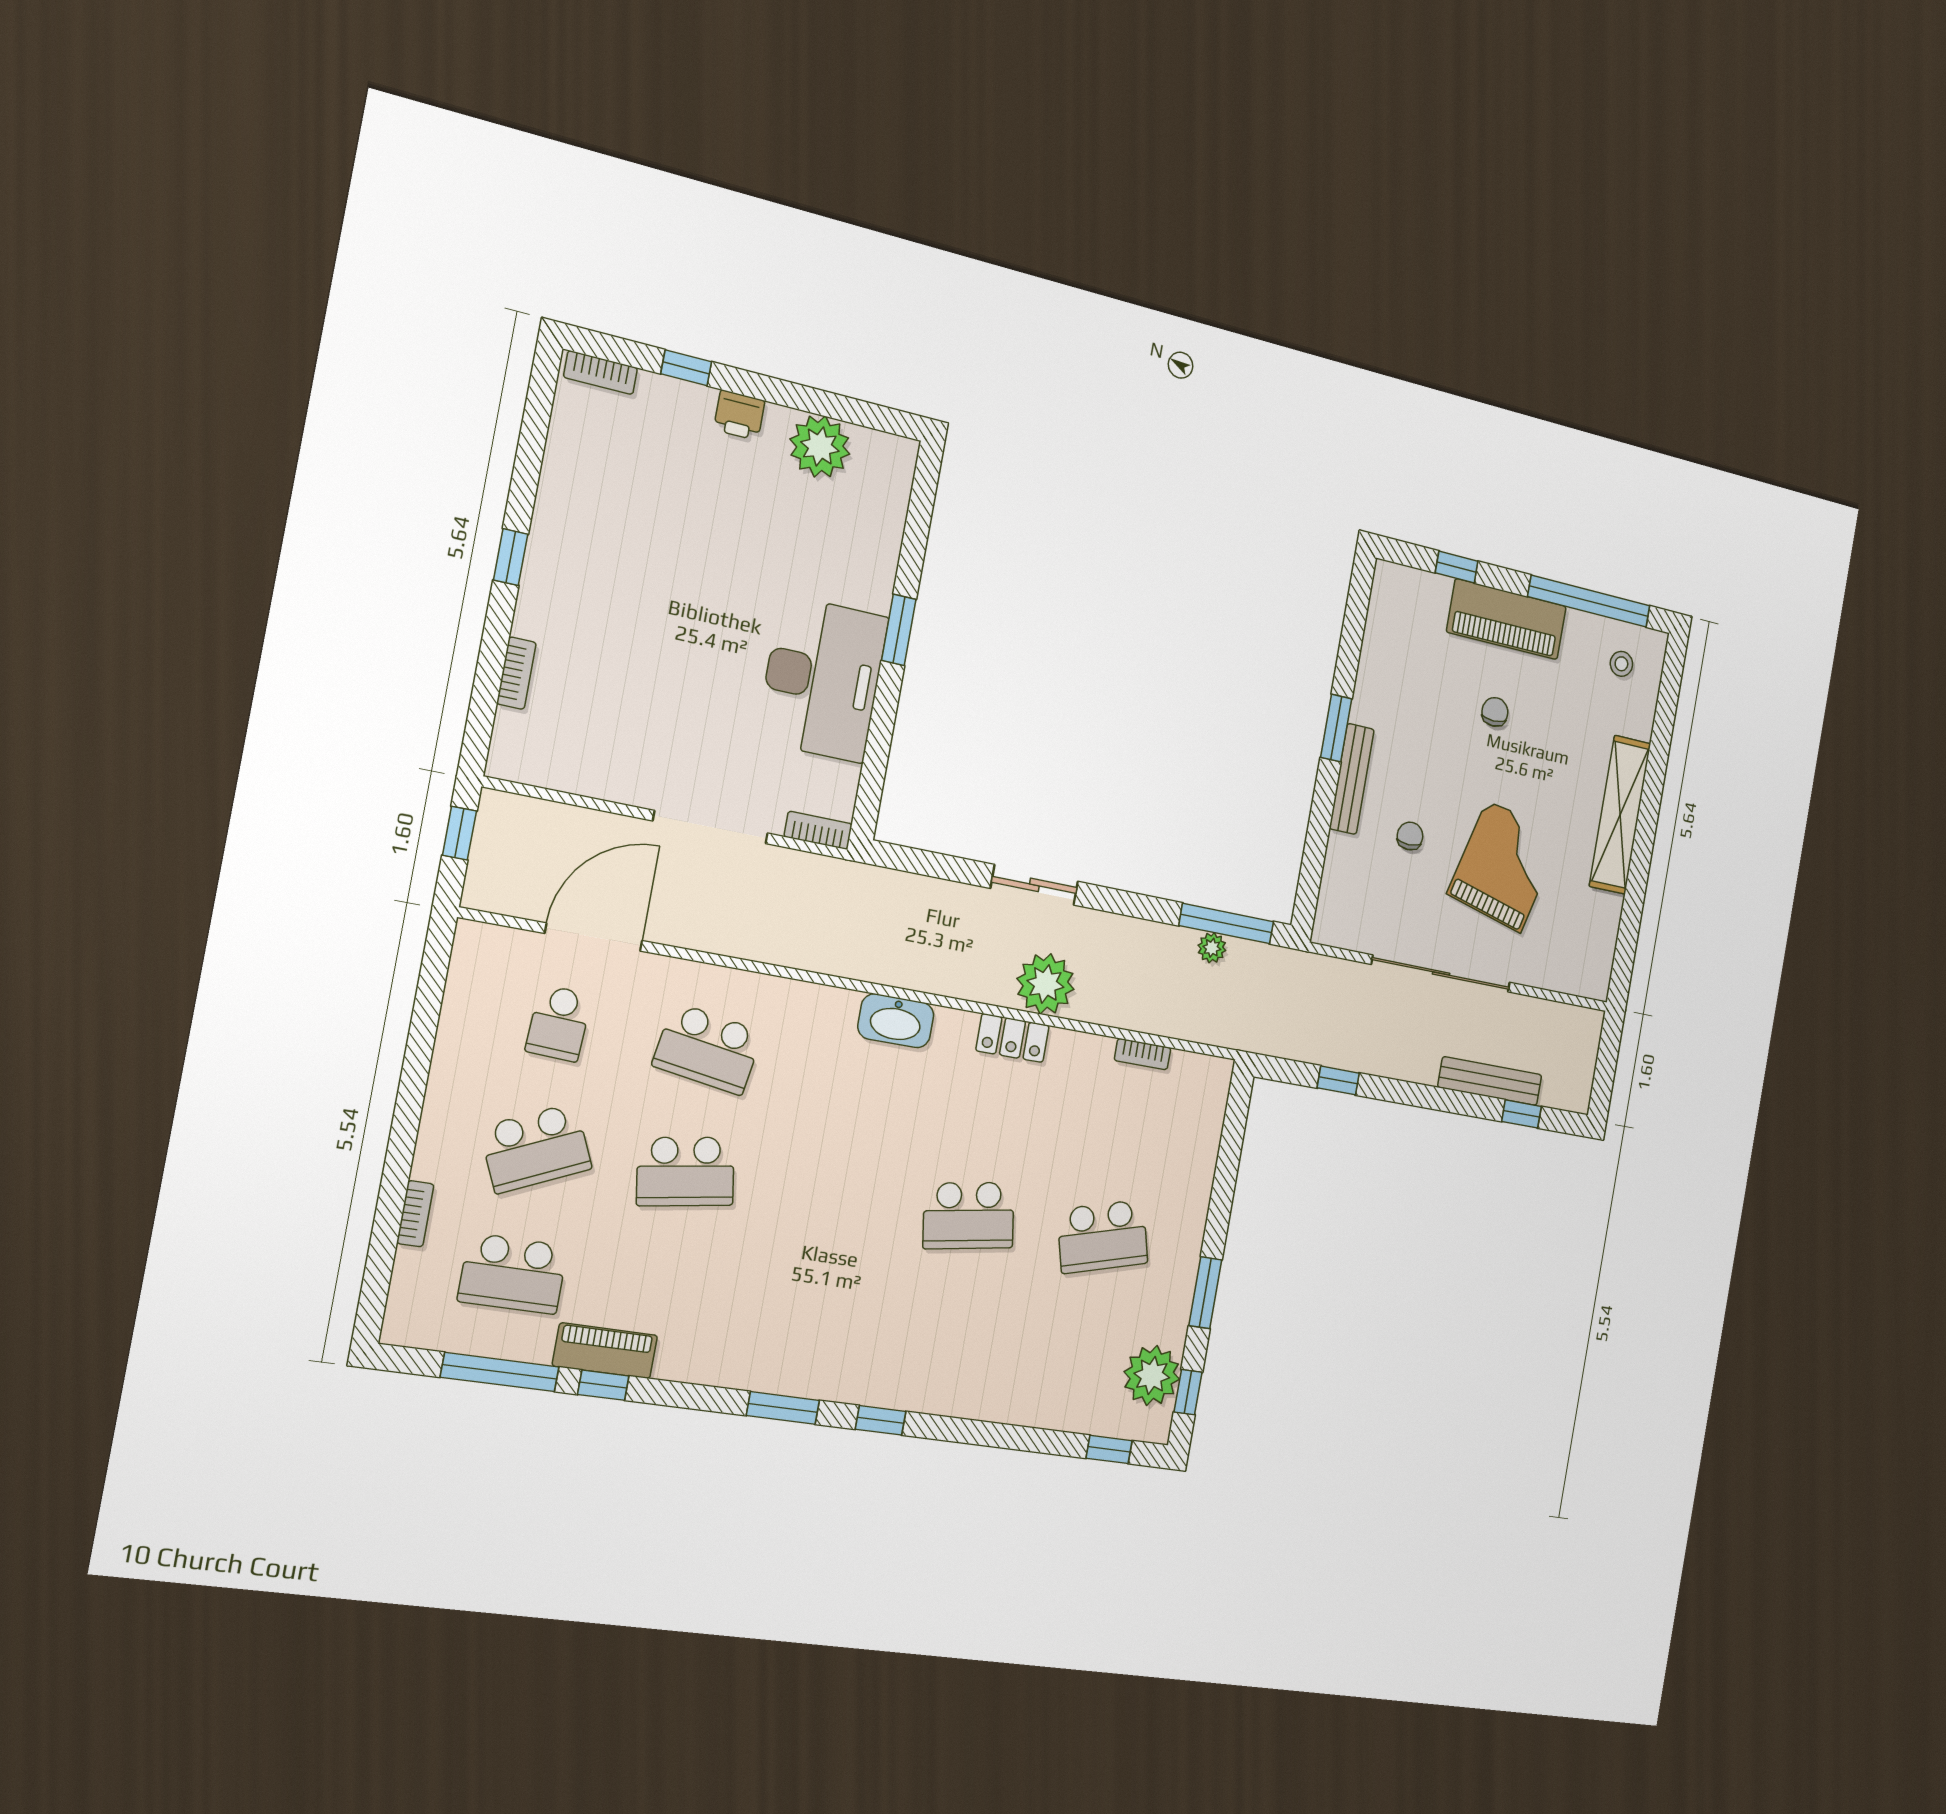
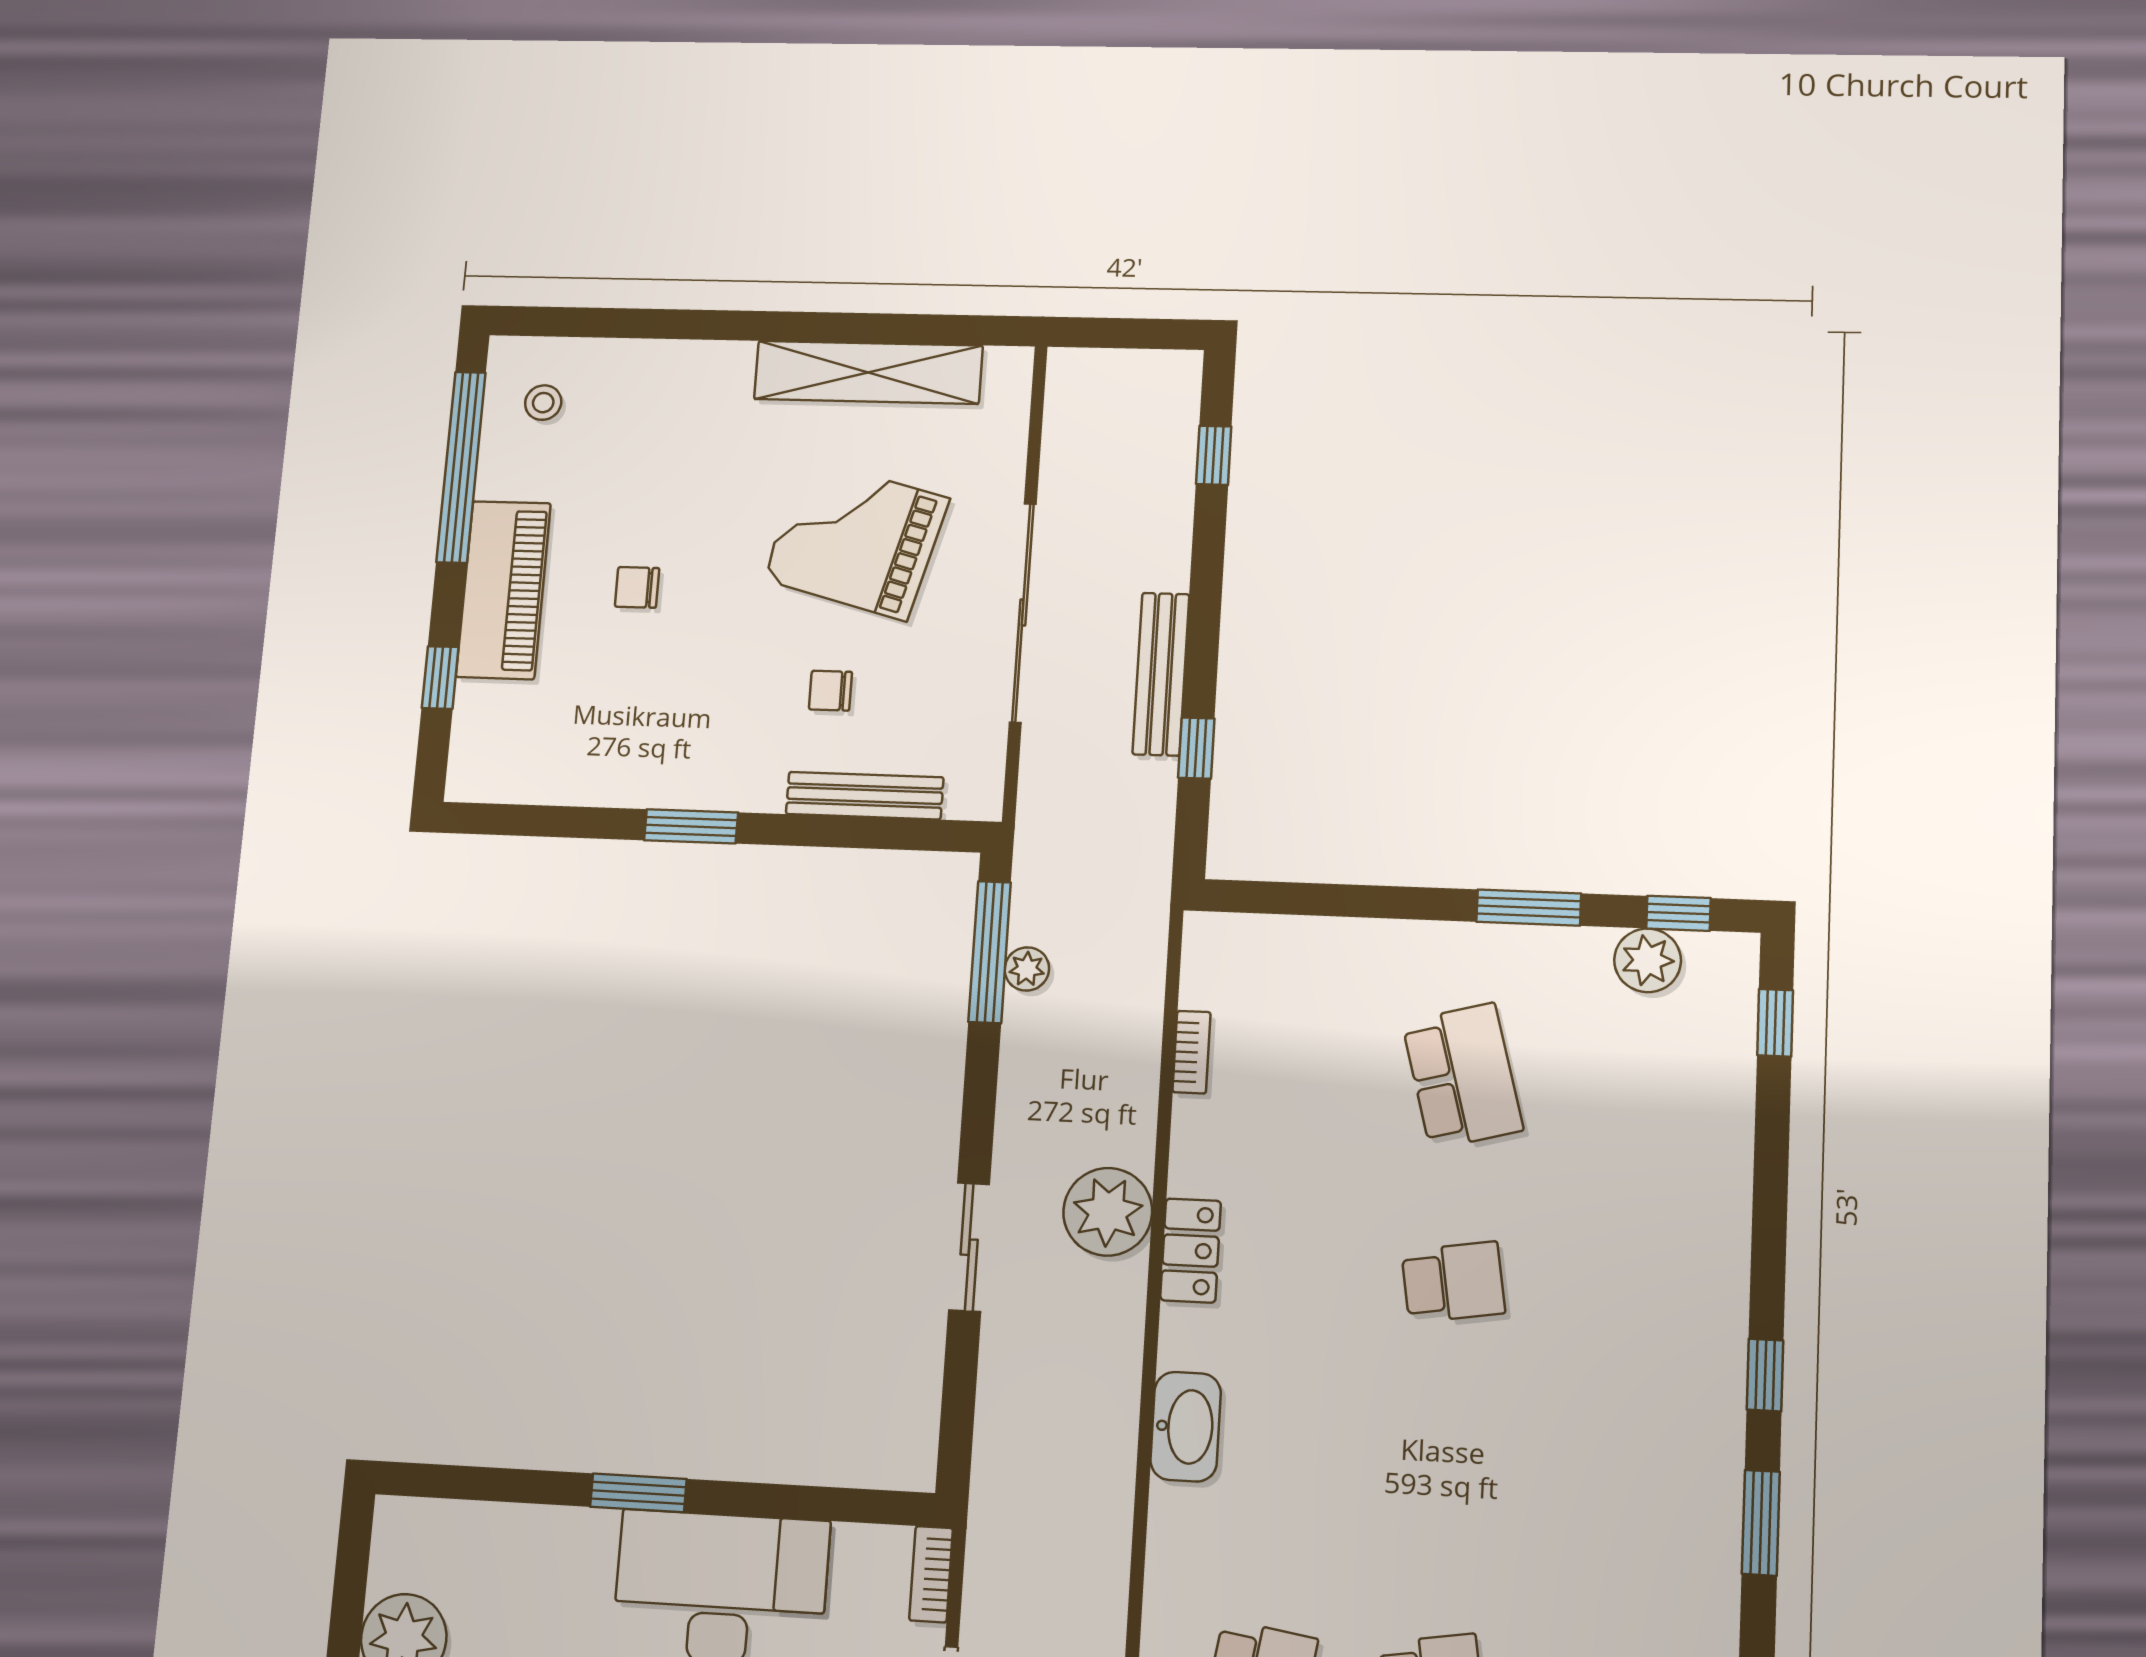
bench: (1352, 779) -> (865, 796), moved
shelving: (1620, 815) -> (868, 372), moved
bench: (1490, 1081) -> (1161, 674), moved
school desk: (969, 1216) -> (1453, 1282), width x0.54
plant: (1152, 1375) -> (1648, 960), width x0.73, depth x0.73

